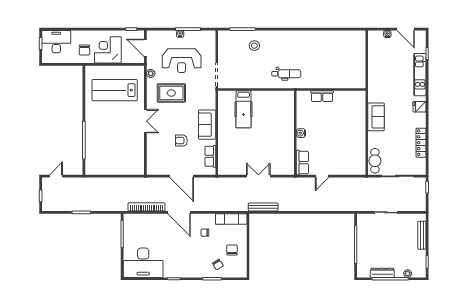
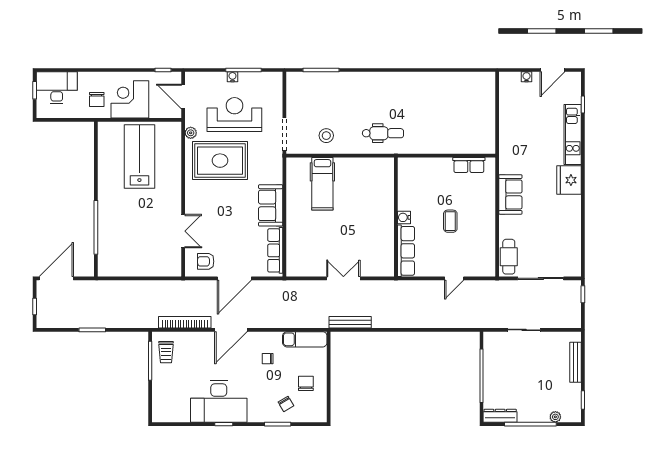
door: (406, 29) -> (552, 70), hinge flipped
stool: (254, 46) -> (326, 136), moved
reception desk: (182, 61) -> (234, 115), turned 180
lab bench: (115, 90) -> (139, 156), turned 90
rug: (171, 93) -> (220, 161), width x1.37, depth x1.44
row of seats: (322, 96) -> (469, 165), moved
fridge: (419, 107) -> (569, 180), width x1.88, depth x1.34
double door: (145, 121) -> (183, 231), moved
coffee table: (334, 136) -> (450, 221), added
armchair: (181, 141) -> (206, 261), moved
locker: (421, 143) -> (574, 231), removed
row of seats: (210, 156) -> (275, 250), width x1.48
row of seats: (302, 163) -> (406, 251), width x1.48
door: (56, 176) -> (56, 278), width x1.87
door: (182, 176) -> (234, 278), hinge flipped
door: (322, 176) -> (454, 278), moved
door: (179, 212) -> (231, 330), hinge flipped
trolley: (133, 228) -> (166, 352), added
desk: (143, 263) -> (219, 401), moved
dresser: (382, 273) -> (500, 416), moved

